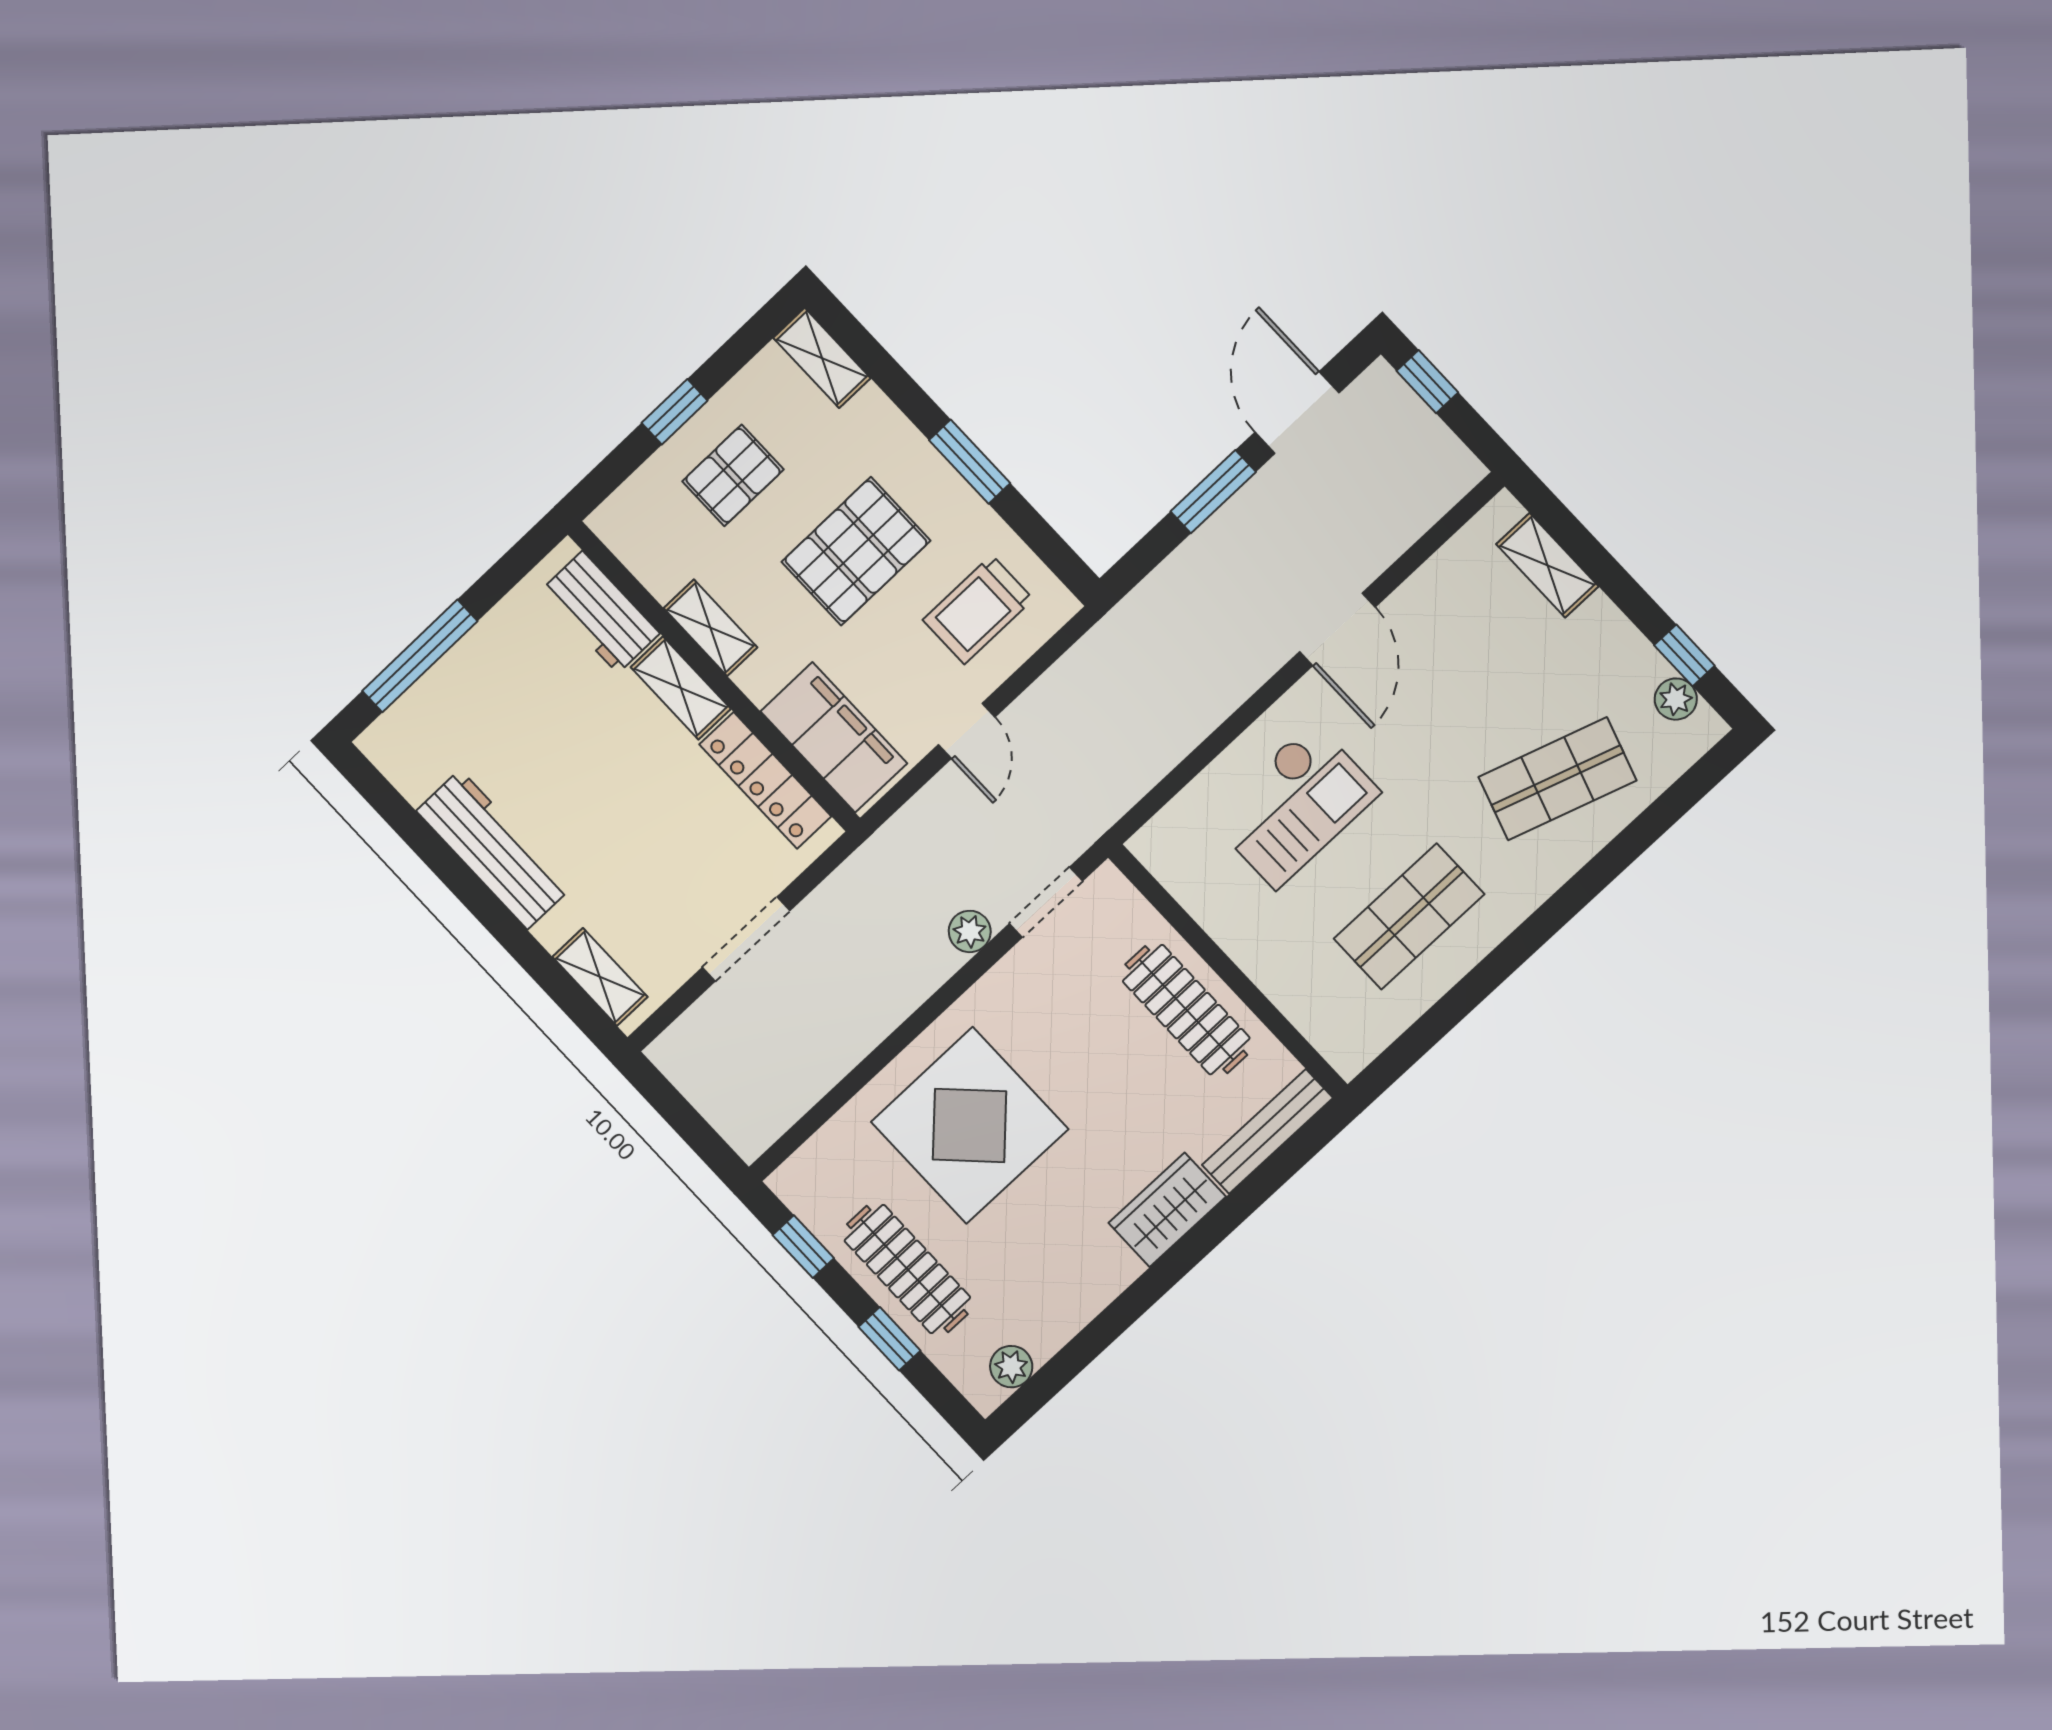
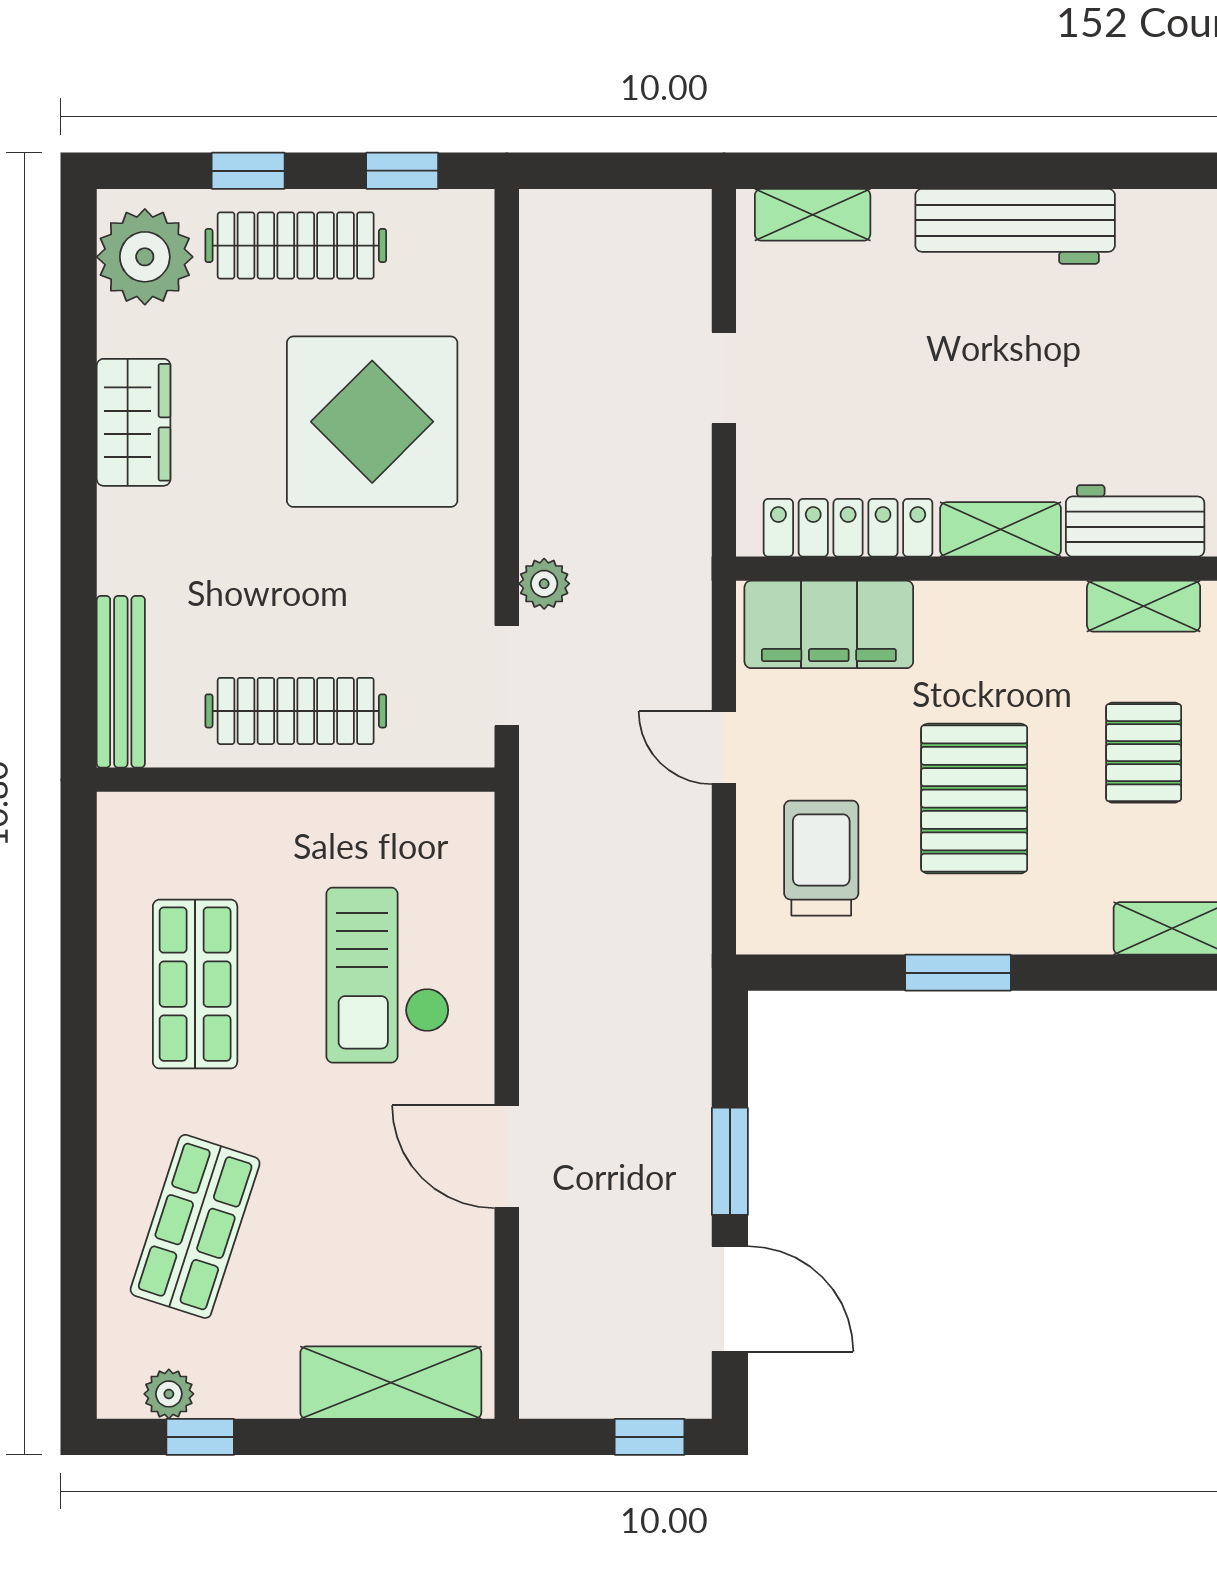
shelving: (1547, 565) -> (391, 1383), width x1.50, depth x1.33
shelving: (711, 628) -> (1144, 606), moved
doorway: (746, 939) -> (724, 378), width x0.73
wardrobe: (1167, 1210) -> (134, 422), moved
plant: (1011, 1367) -> (145, 257), width x1.87, depth x1.87

